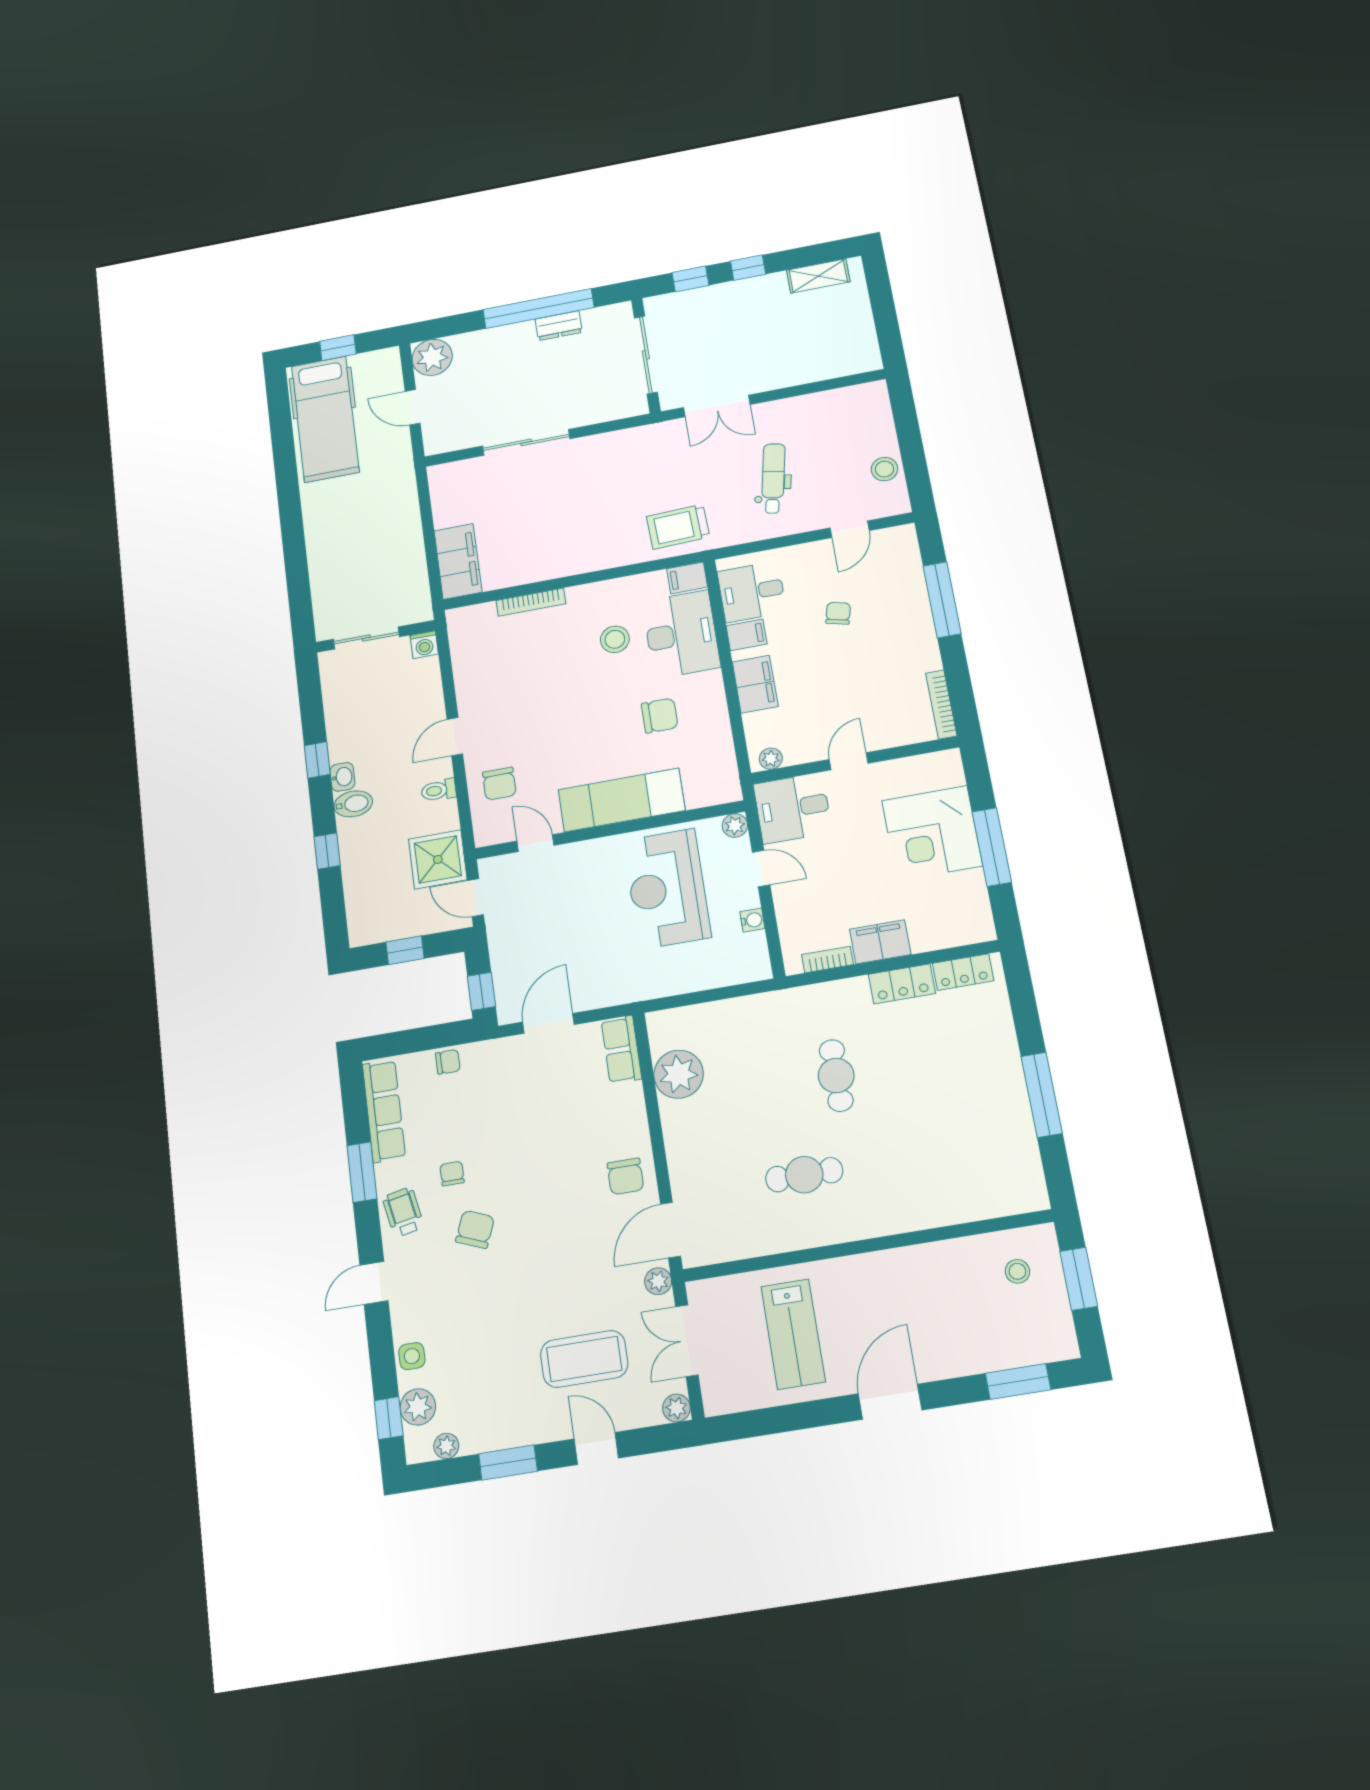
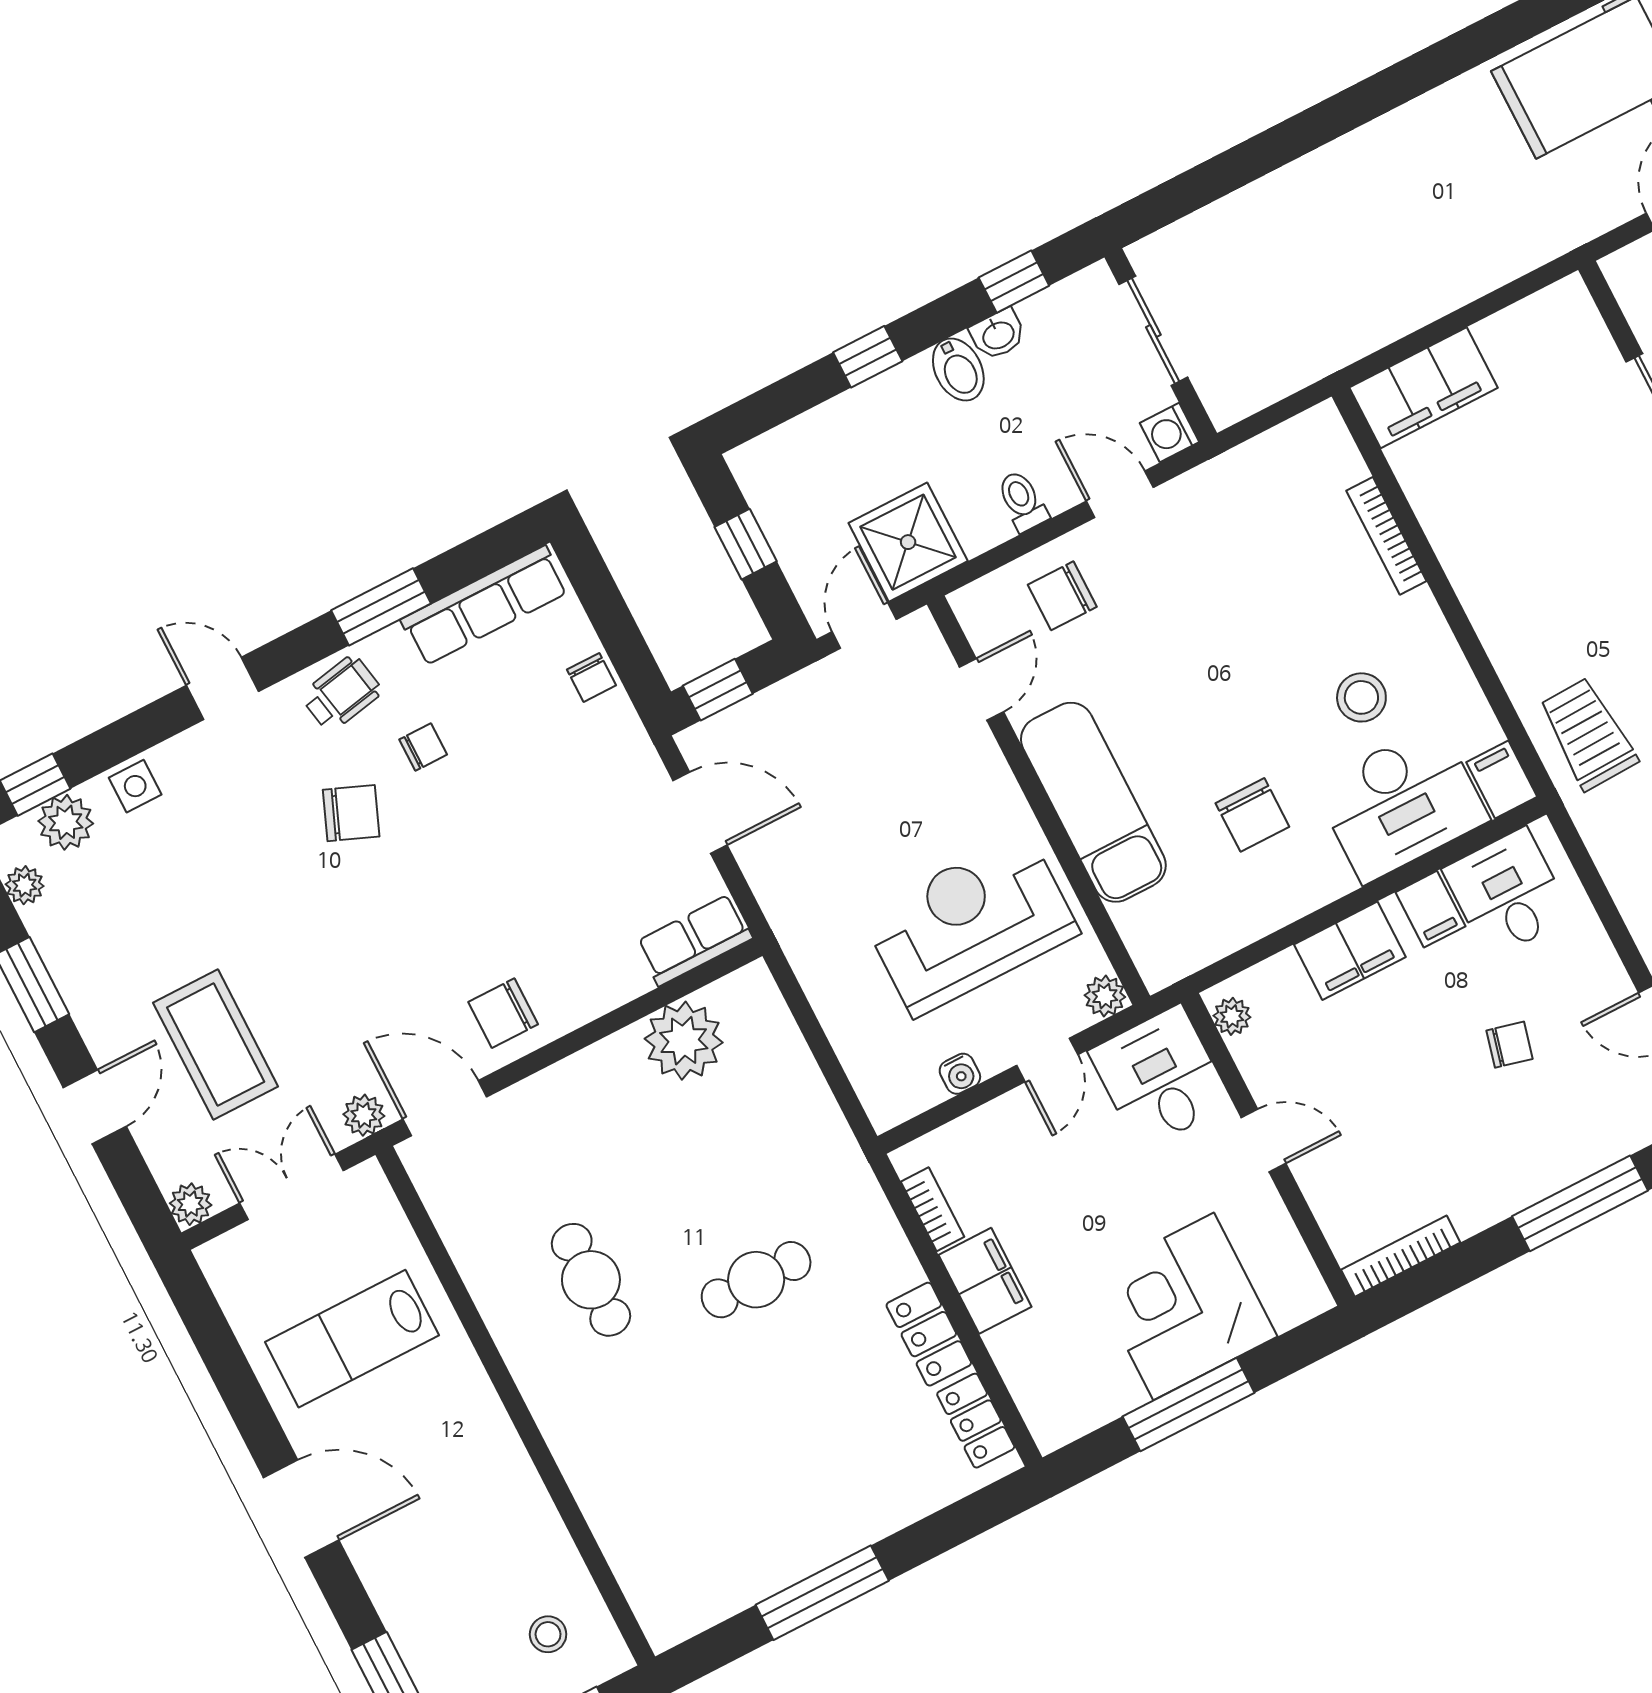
wall: (376, 636) -> (1161, 345), moved
sliding door: (366, 638) -> (1153, 331), moved
washing machine: (424, 645) -> (1170, 433), moved

